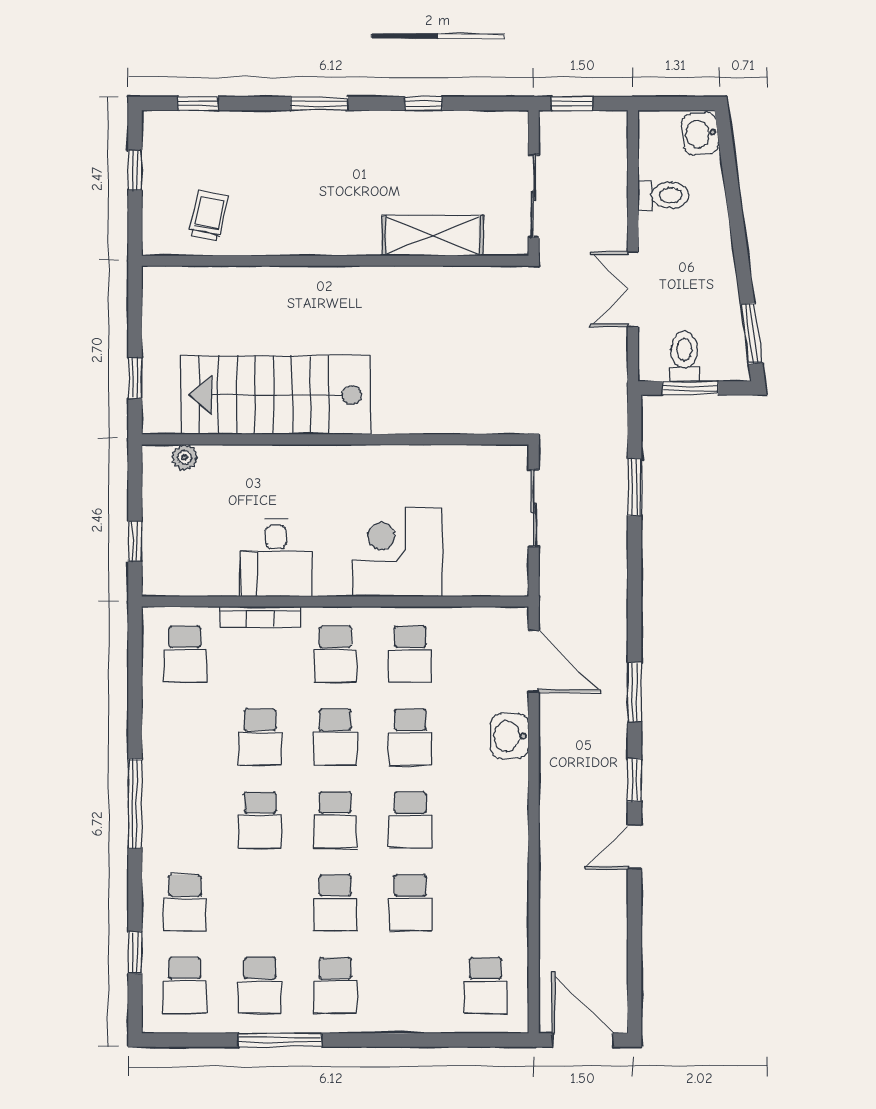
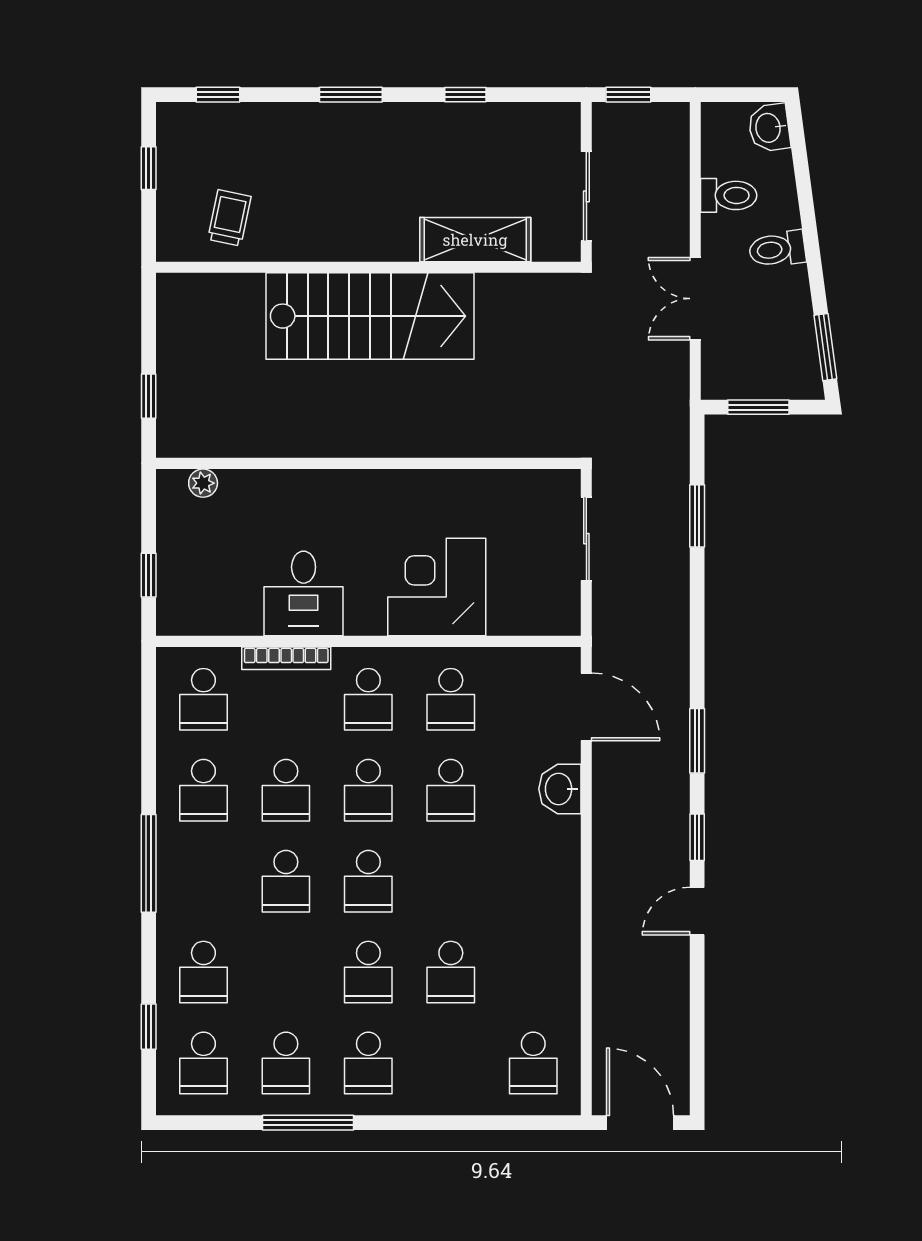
toilet: (684, 357) -> (777, 249), moved, turned -98
stairs: (276, 395) -> (370, 316), moved, turned 180
school desk: (410, 820) -> (203, 790), moved

